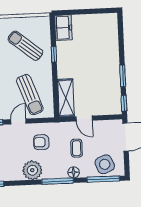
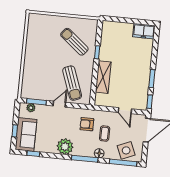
freezer: (63, 28) -> (144, 31), moved, turned 90
shelving: (66, 98) -> (103, 77), moved
door: (84, 118) -> (125, 111), moved
armchair: (41, 142) -> (87, 124), moved

